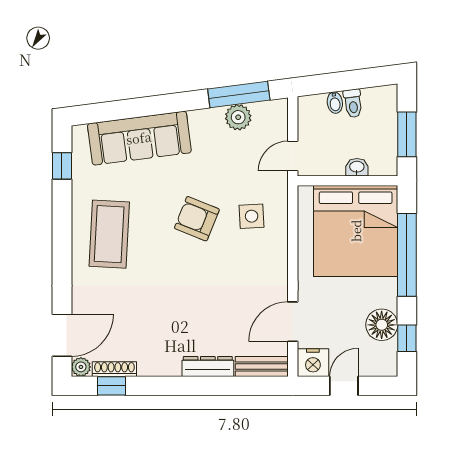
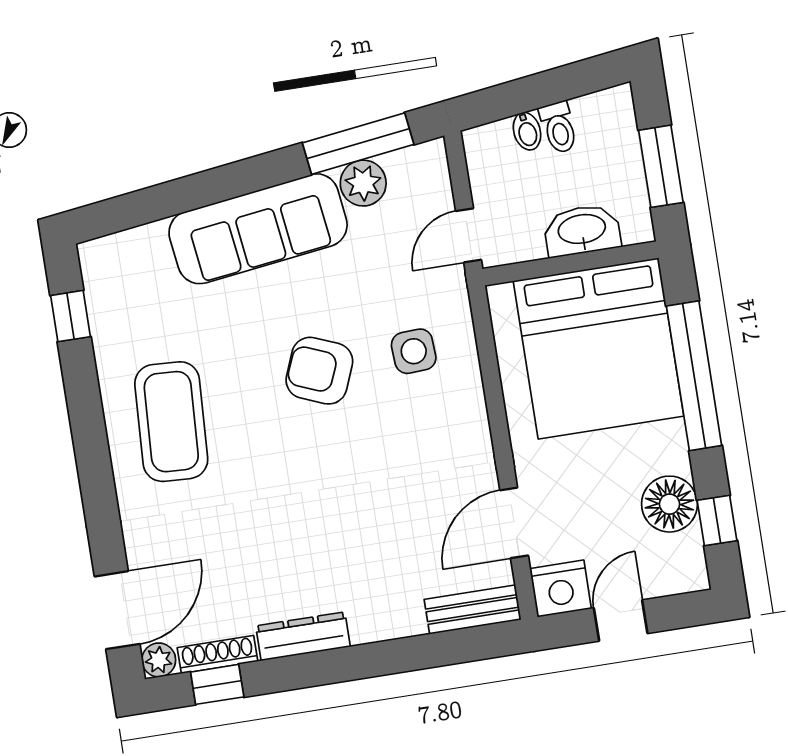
sofa: (139, 138) -> (258, 229), moved
washbasin: (357, 167) -> (582, 230), width x1.91, depth x1.45
dresser: (208, 366) -> (303, 636), moved

